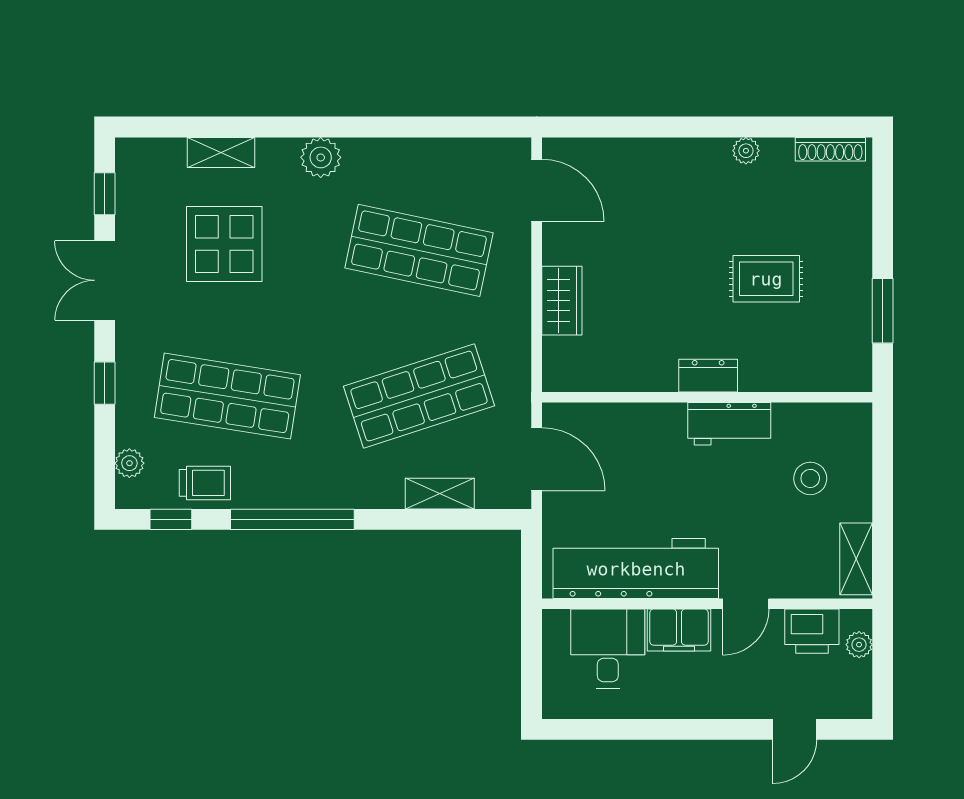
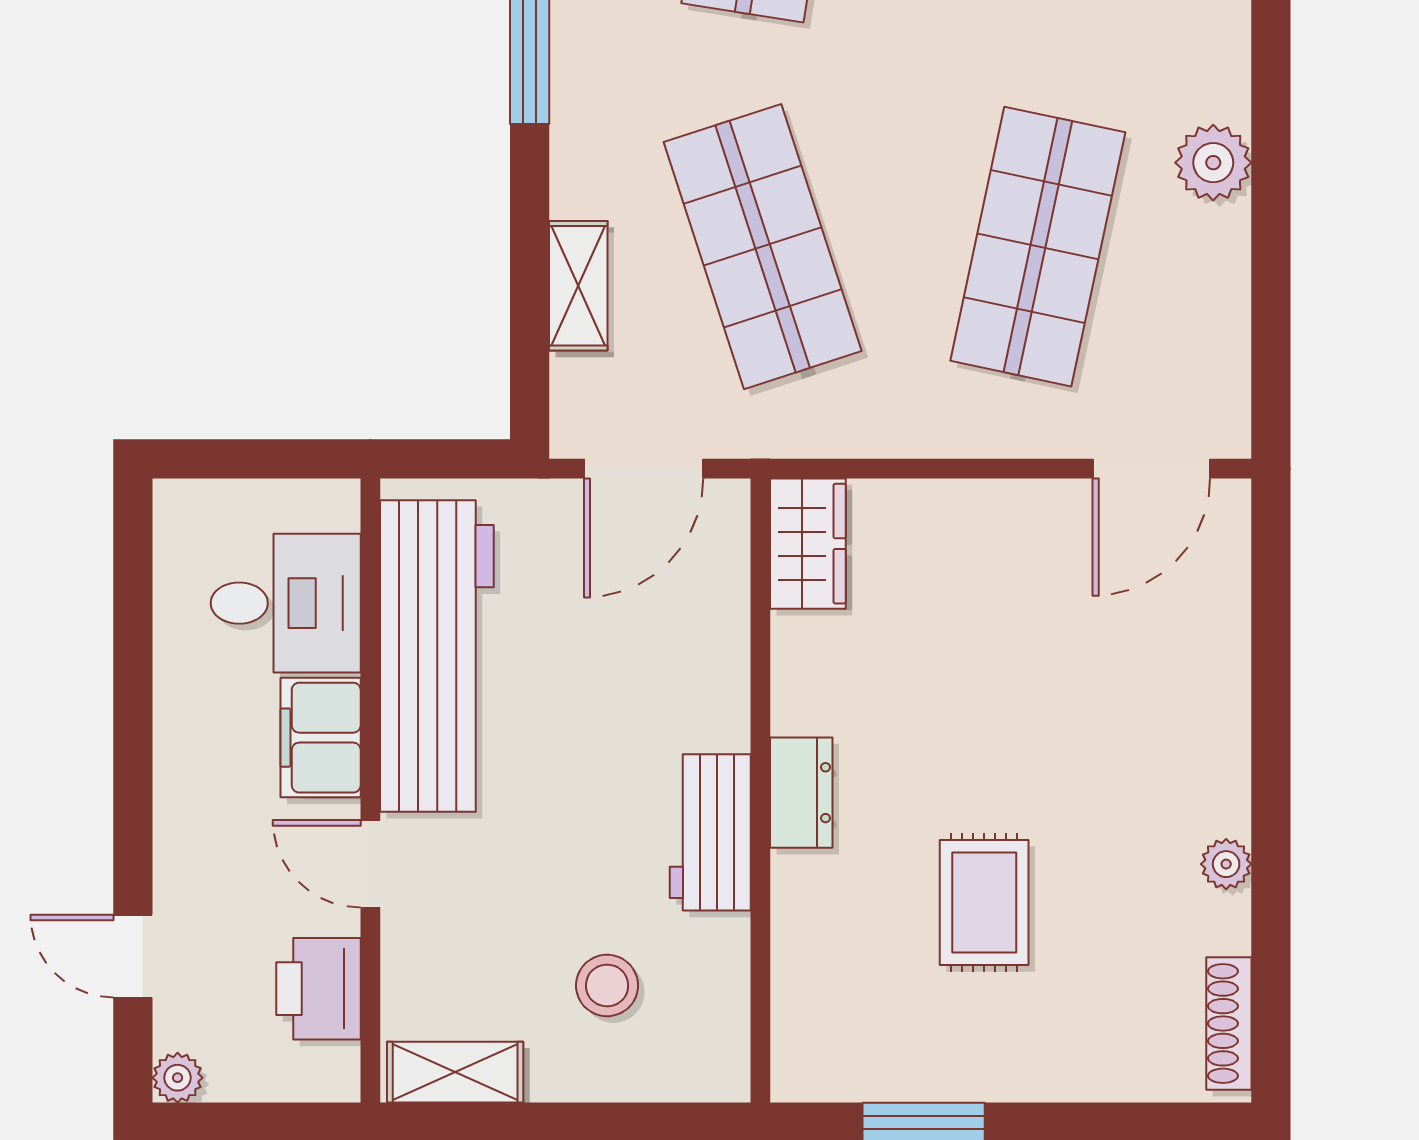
plant: (321, 157) -> (1213, 163), moved
wardrobe: (562, 301) -> (808, 544), moved, turned -90
plant: (859, 645) -> (178, 1078), moved

